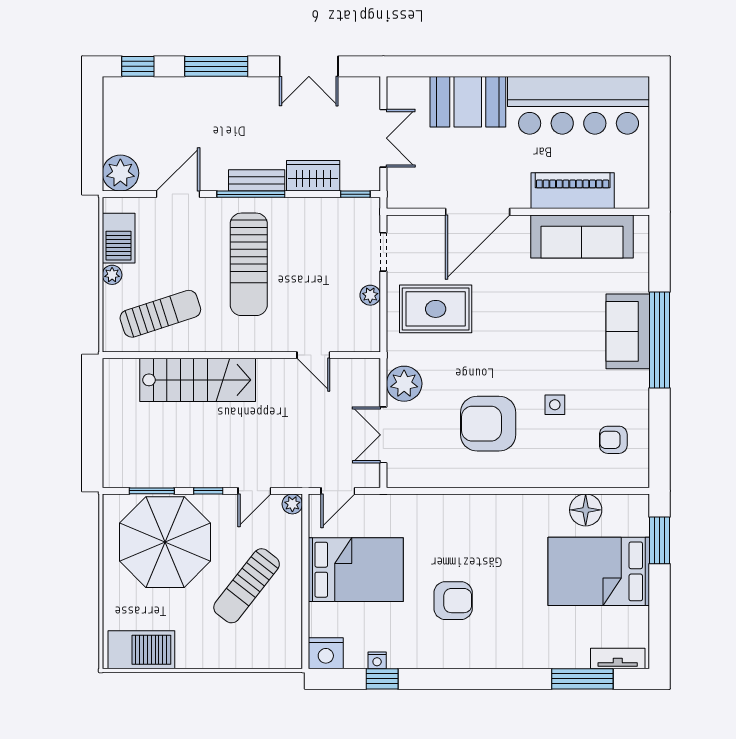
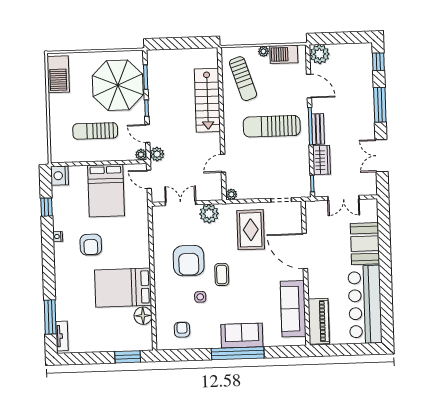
piano: (573, 191) -> (319, 321), moved
plant: (370, 295) -> (231, 194), moved
coffee table: (515, 364) -> (222, 274), added
armchair: (488, 424) -> (189, 261), turned 180
plant: (293, 475) -> (157, 154), added
bed: (599, 571) -> (123, 288), moved, turned -90
sun lounger: (247, 586) -> (95, 131), turned -38
nightstand: (377, 660) -> (58, 236), moved

